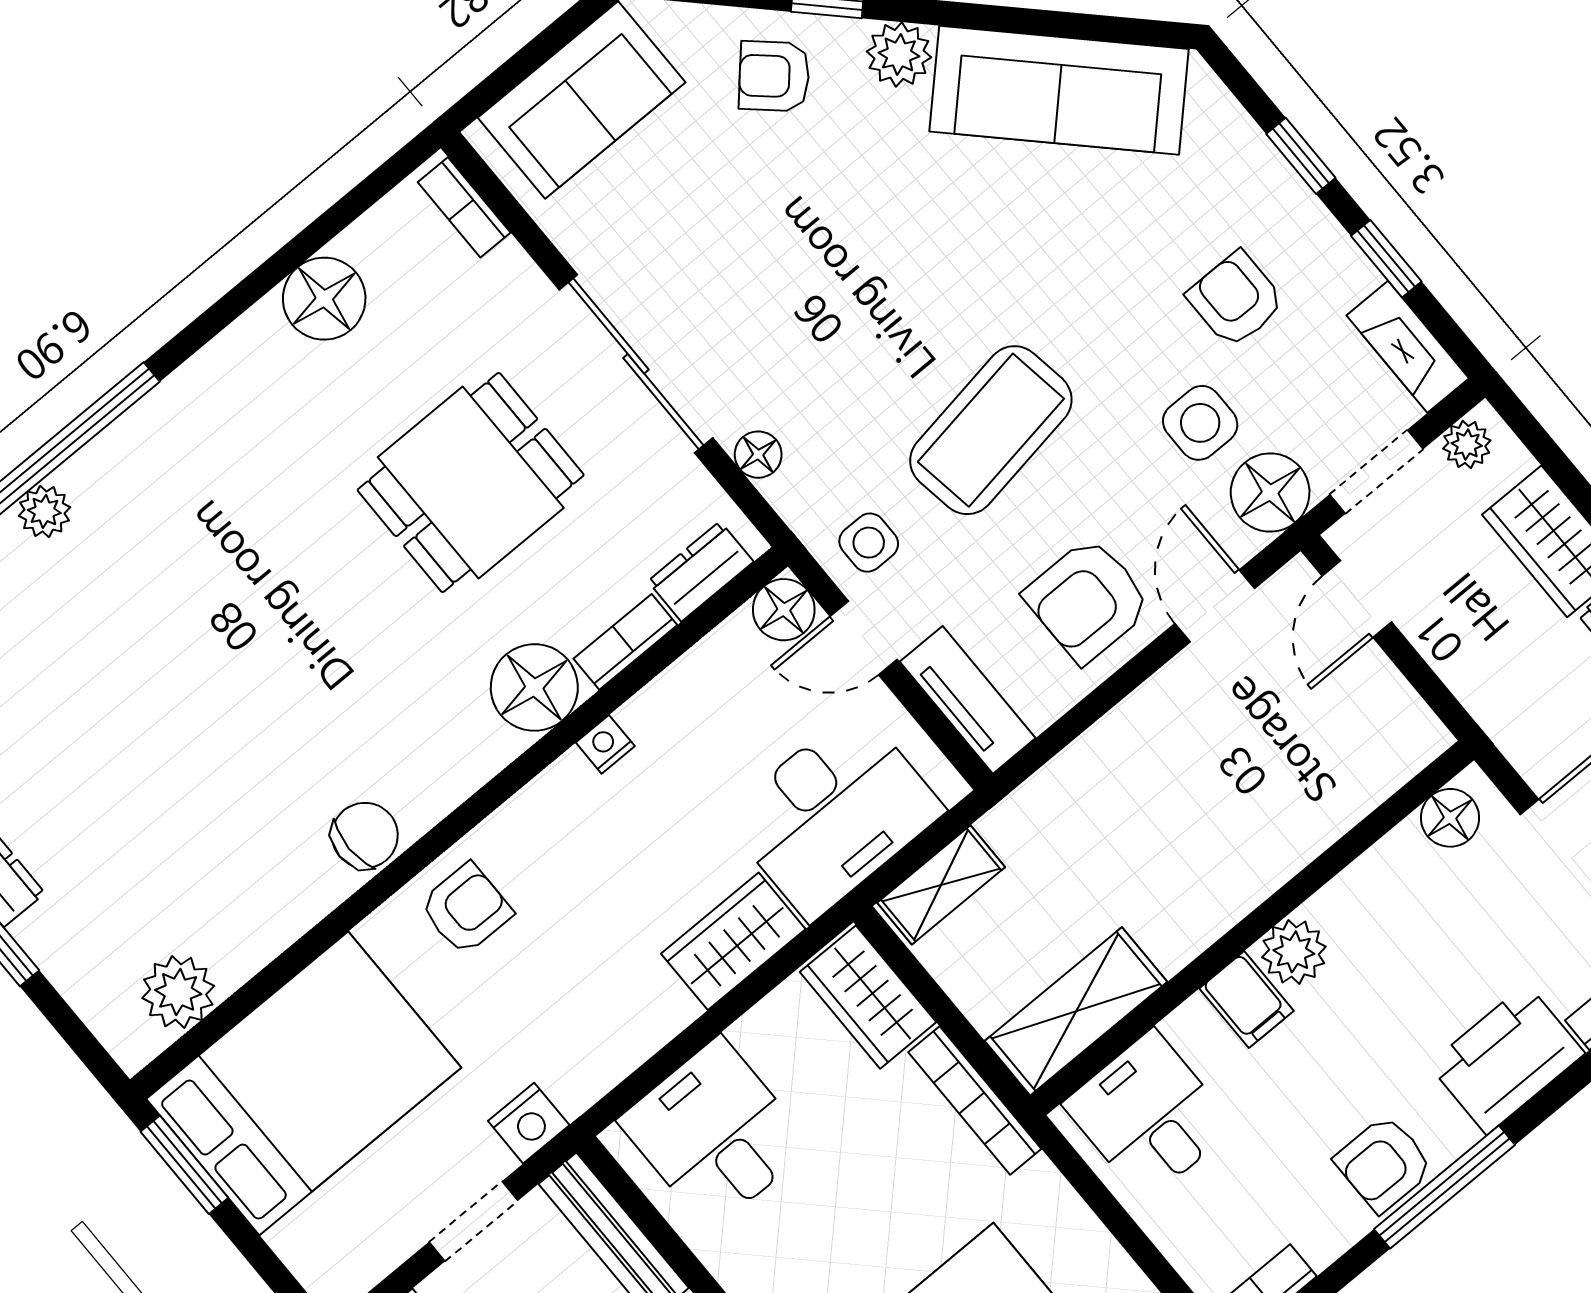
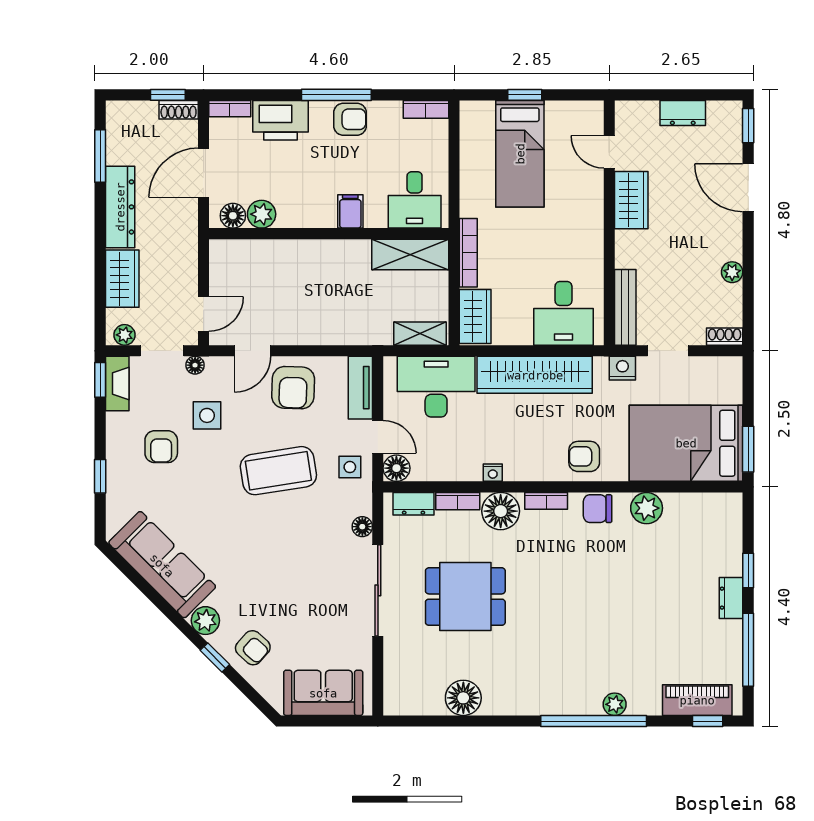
bookcase: (464, 207) -> (546, 501), moved, turned 90
window: (1386, 259) -> (100, 380), moved
floor lamp: (1270, 493) -> (195, 365), width x0.53, depth x0.53
armchair: (1088, 600) -> (293, 388), turned 92
wardrobe: (733, 941) -> (535, 375), width x2.10, depth x1.17
plant: (1294, 952) -> (262, 214), moved
plant: (178, 992) -> (647, 508), moved

